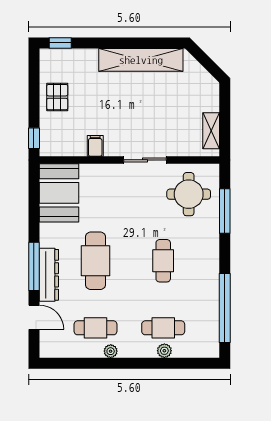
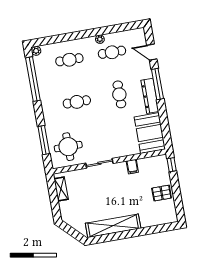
window: (60, 43) -> (166, 227), removed
pallet: (57, 97) -> (162, 193), turned 90
cafe table: (95, 261) -> (119, 94), width x0.73, depth x0.74
cafe table: (163, 261) -> (77, 102), turned 90
dresser: (49, 275) -> (150, 96), moved
plant: (164, 351) -> (36, 51), moved

